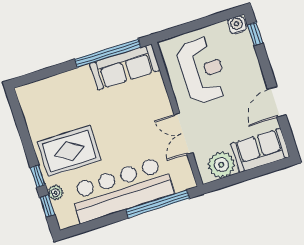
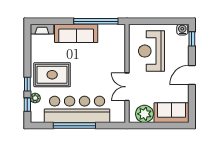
sofa: (125, 67) -> (76, 33), moved
reception desk: (202, 70) -> (151, 51), turned 180
fireplace: (33, 90) -> (42, 29), added
door: (277, 102) -> (192, 75), moved
window: (158, 204) -> (74, 126), moved

